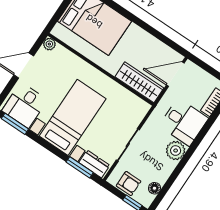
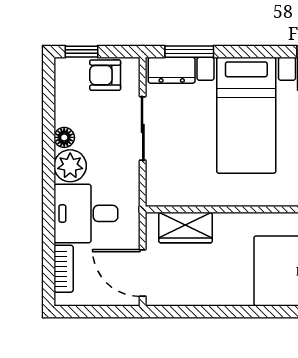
door: (175, 74) -> (143, 273), swing flipped
wardrobe: (139, 82) -> (186, 227), width x0.67
floor lamp: (155, 188) -> (64, 137), moved

